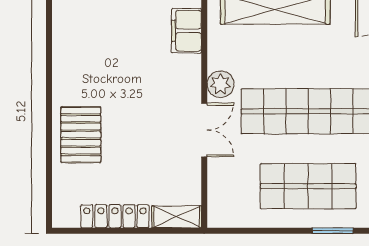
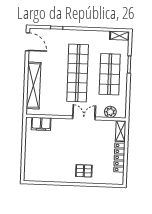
plant: (220, 84) -> (110, 112), moved
pallet: (81, 135) -> (84, 171), width x0.67, depth x0.71

